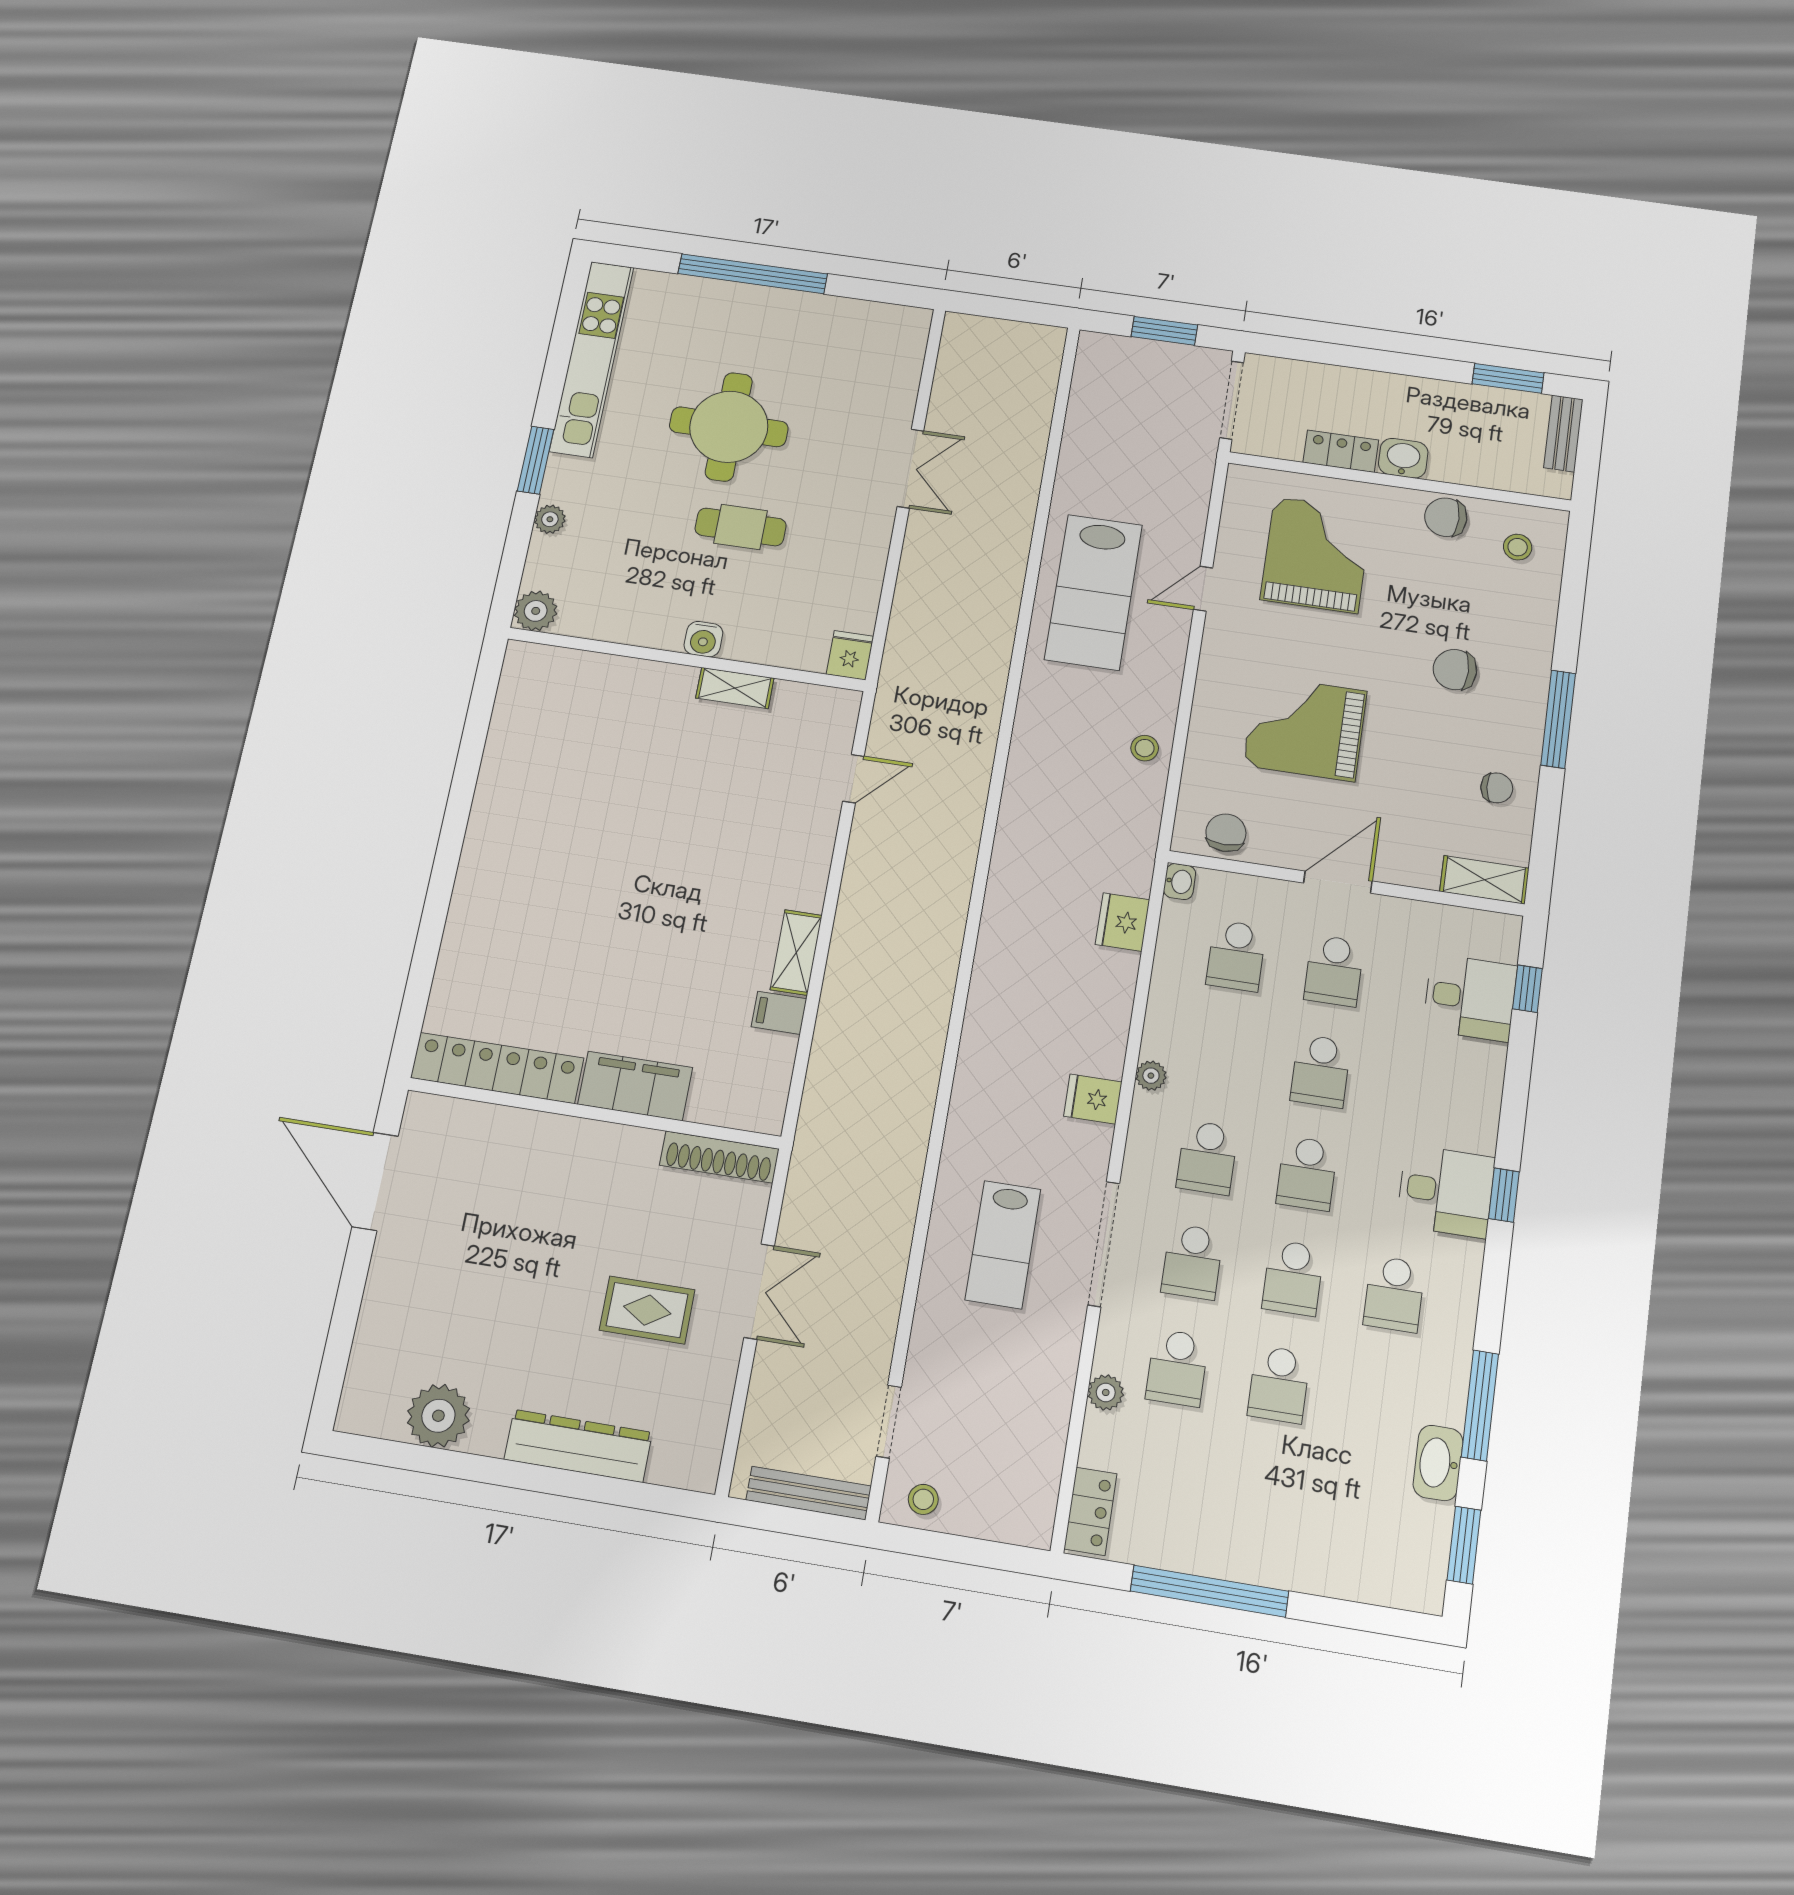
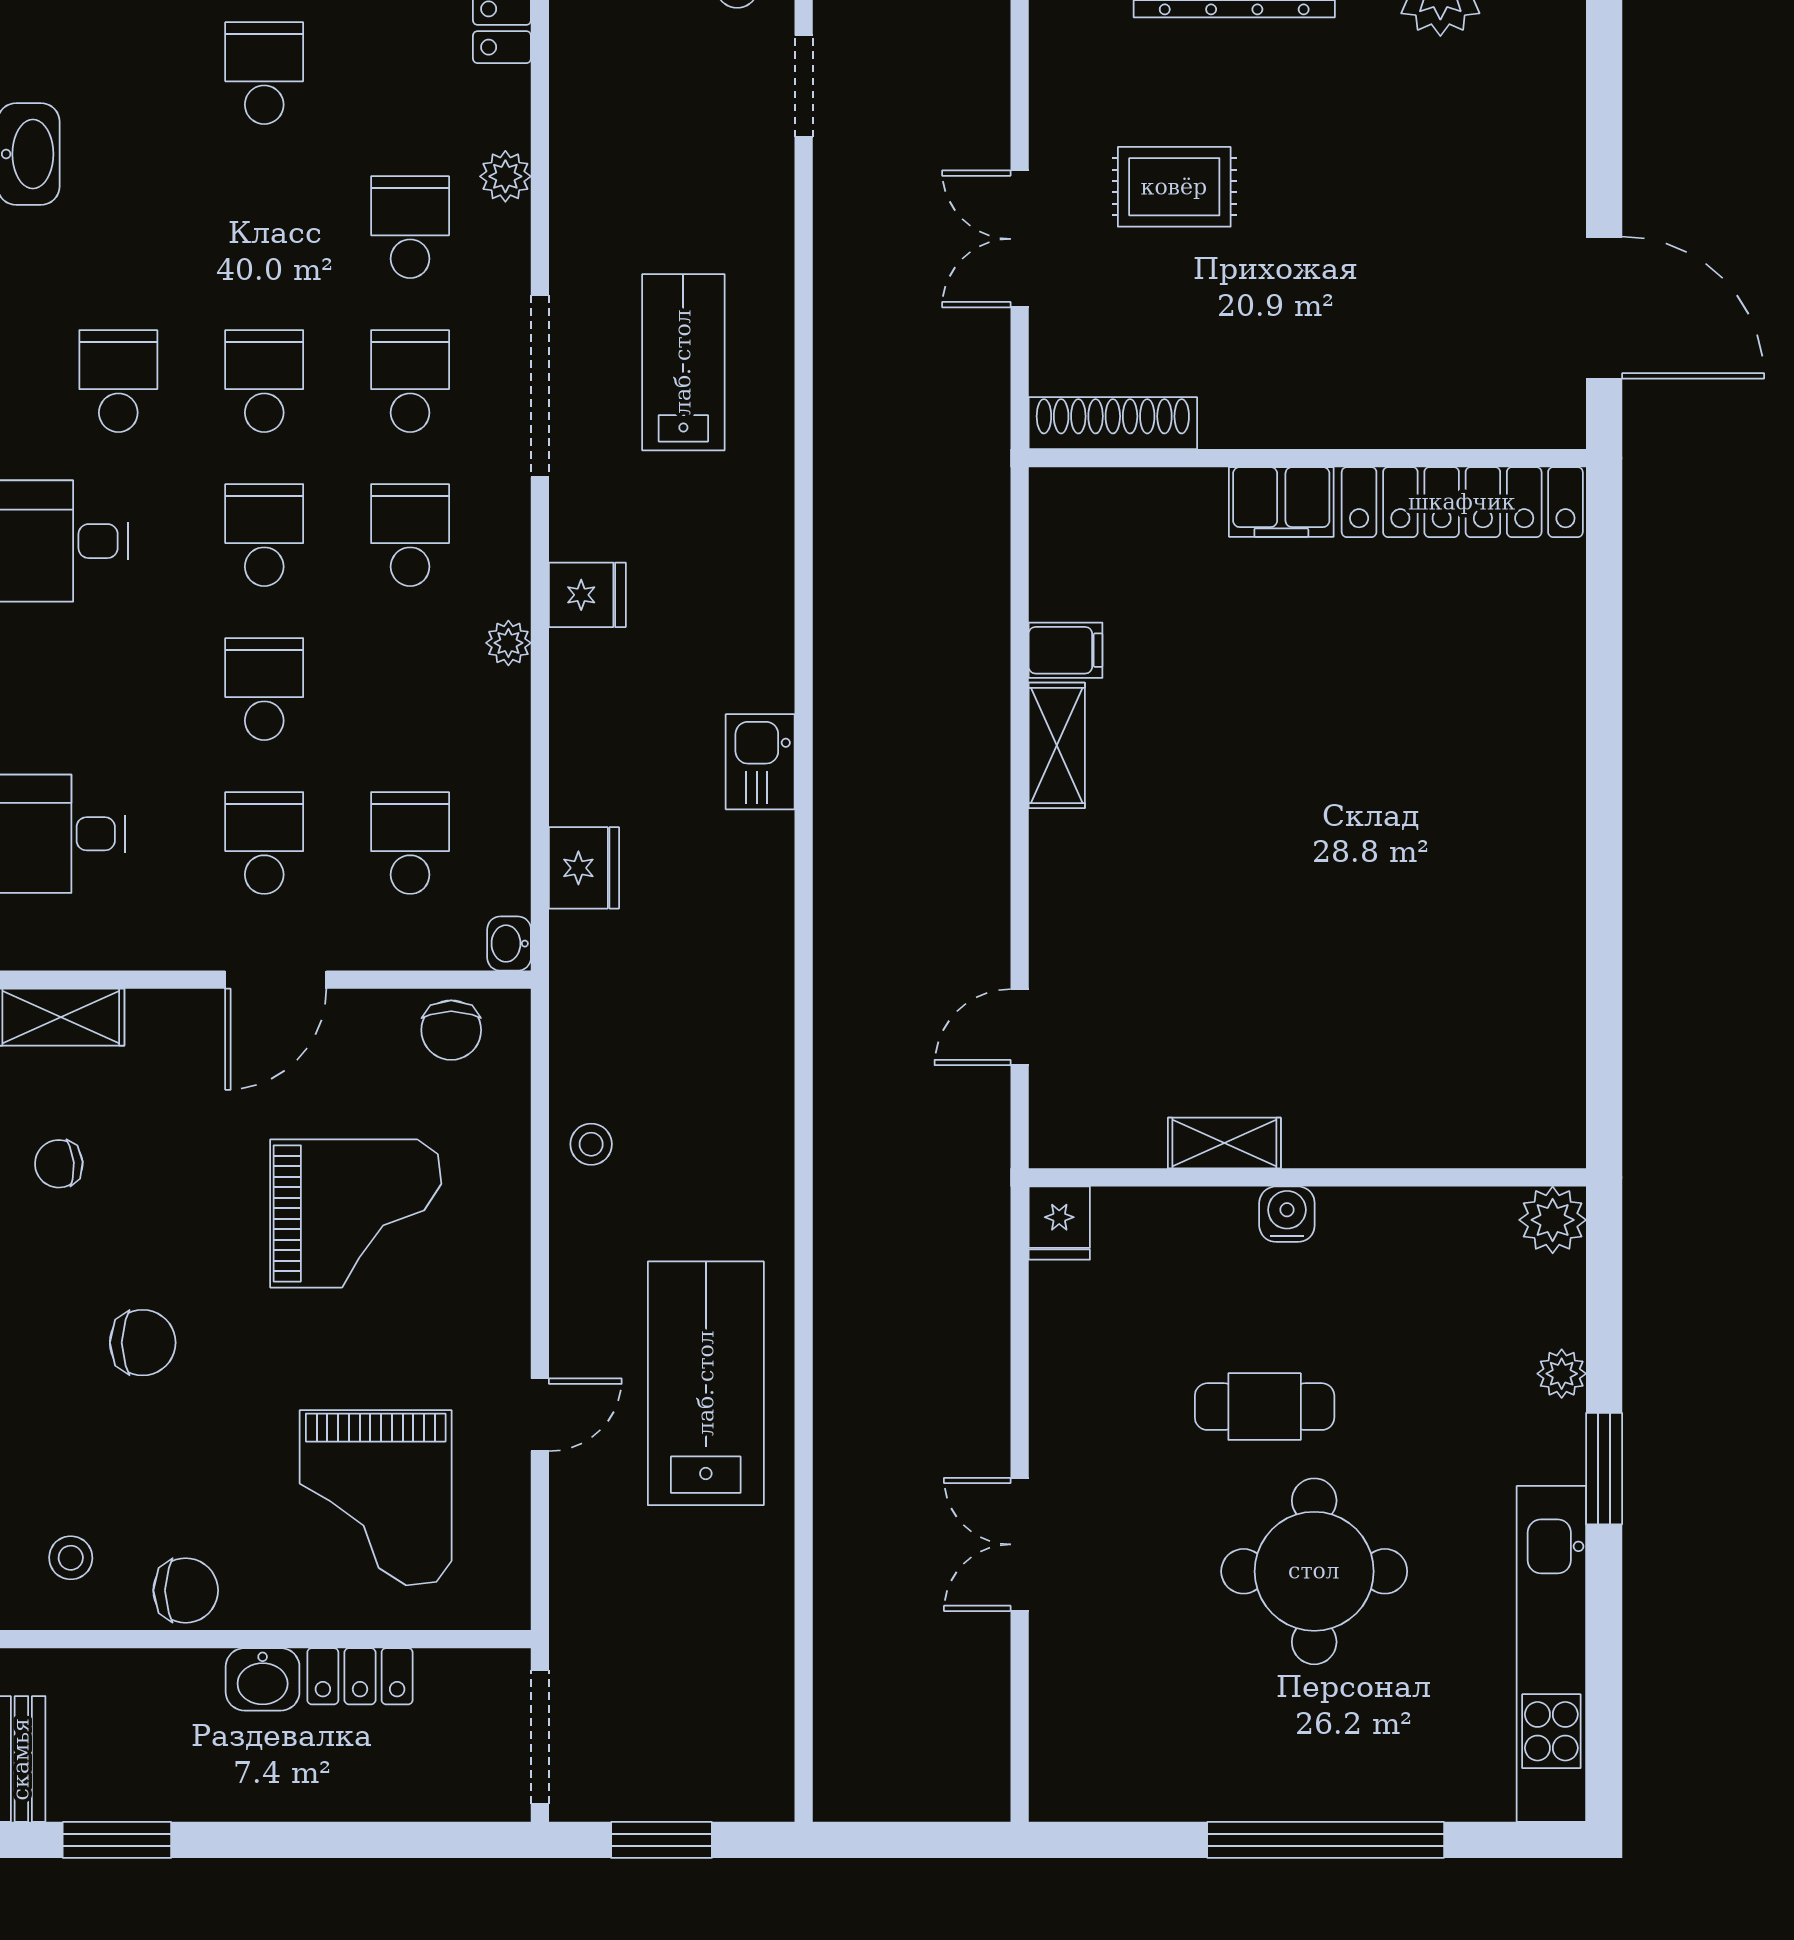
kitchen sink: (994, 972) -> (760, 762), added
filing cabinet: (635, 1086) -> (1281, 502), width x0.67, depth x0.86
school desk: (1279, 1384) -> (264, 73), moved

